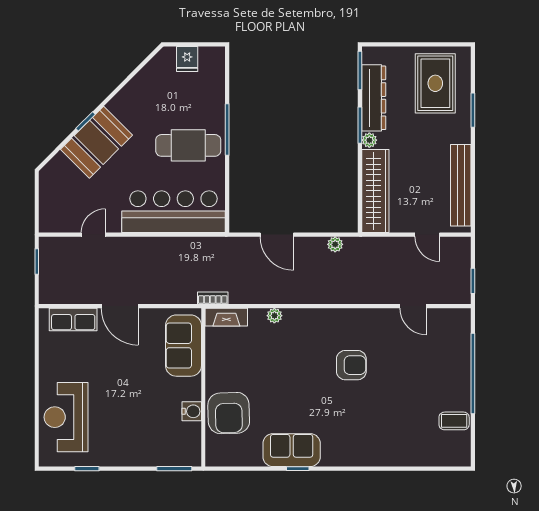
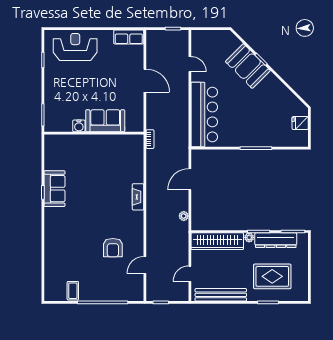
rug: (435, 83) -> (272, 276), moved
cafe table: (188, 145) -> (246, 124), removed
door: (120, 306) -> (145, 81), swing flipped
plant: (274, 316) -> (139, 178), removed
fireplace: (226, 317) -> (138, 197), moved
row of seats: (73, 319) -> (129, 37), moved, turned -90
sofa: (183, 346) -> (105, 121), moved
armchair: (351, 365) -> (113, 248), moved
armchair: (229, 413) -> (78, 149), removed

